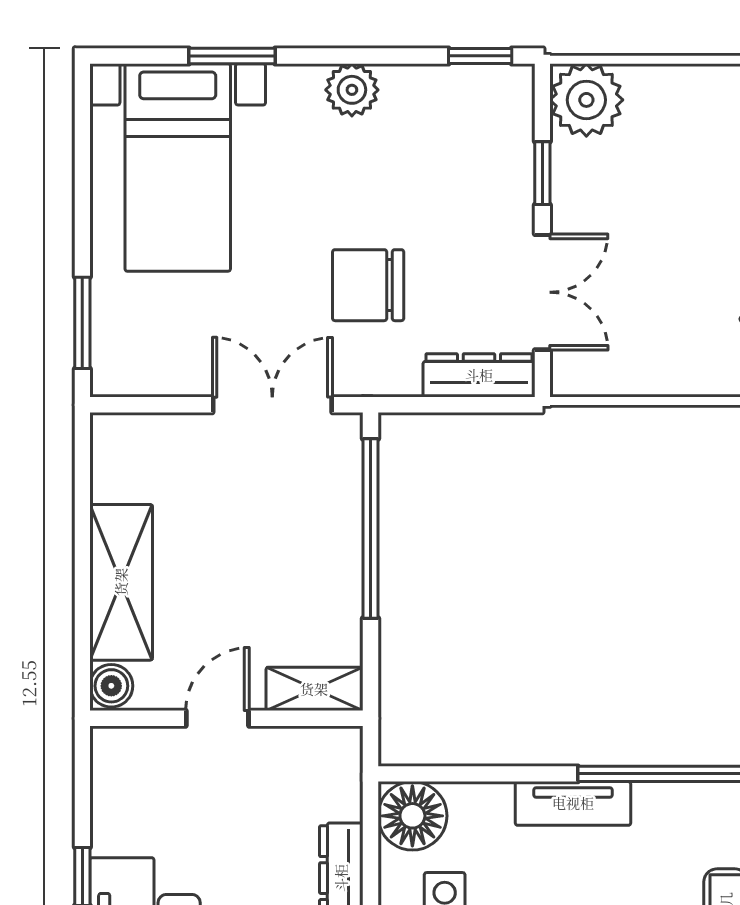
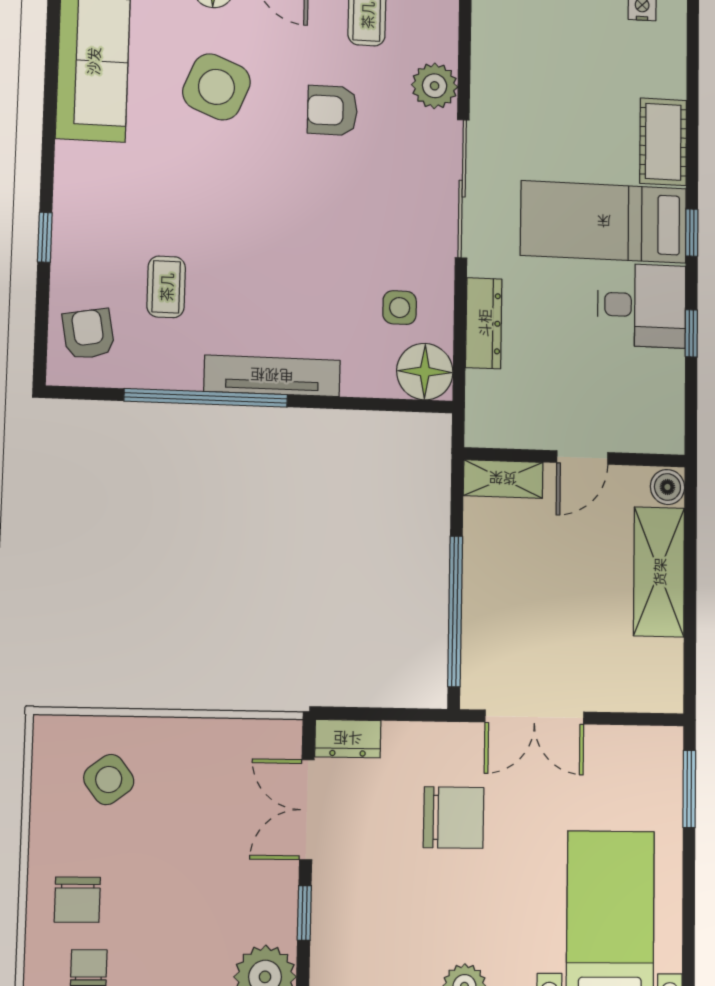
dresser: (479, 375) -> (348, 739), width x0.70
tv unit: (573, 803) -> (272, 376), width x1.41

